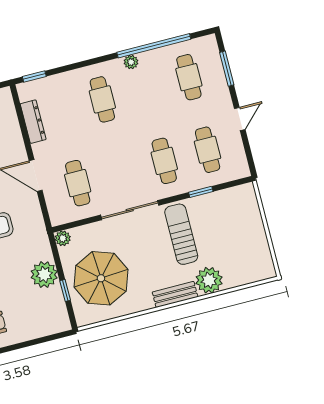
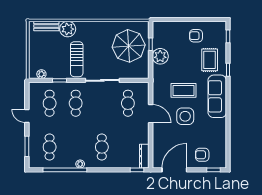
door: (240, 119) -> (27, 116), hinge flipped
dresser: (33, 122) -> (144, 156), moved
plant: (63, 238) -> (41, 74), moved
bench: (175, 294) -> (46, 26), moved

